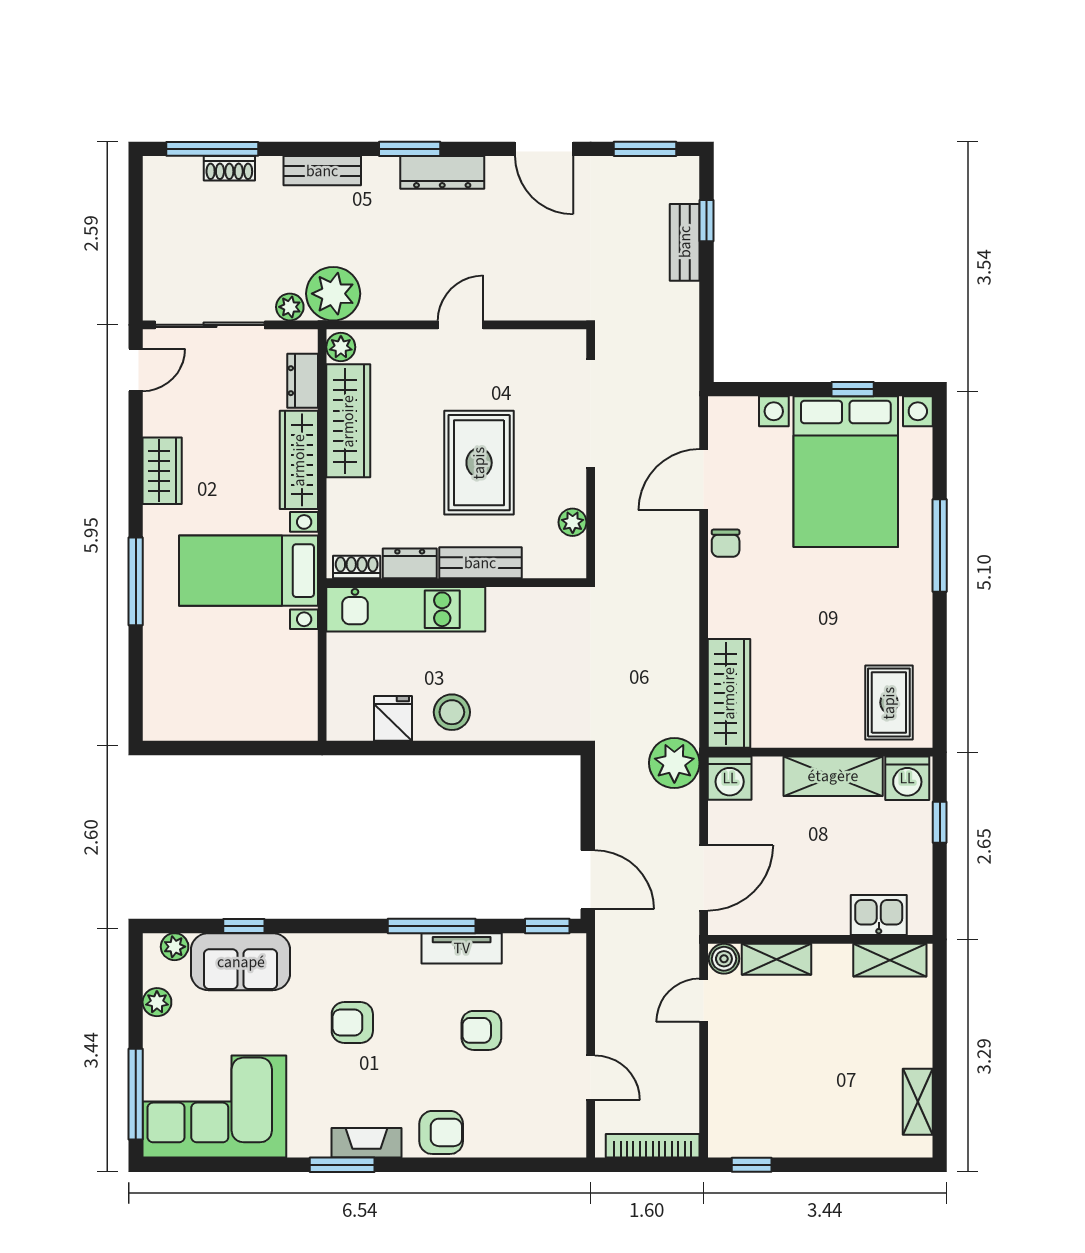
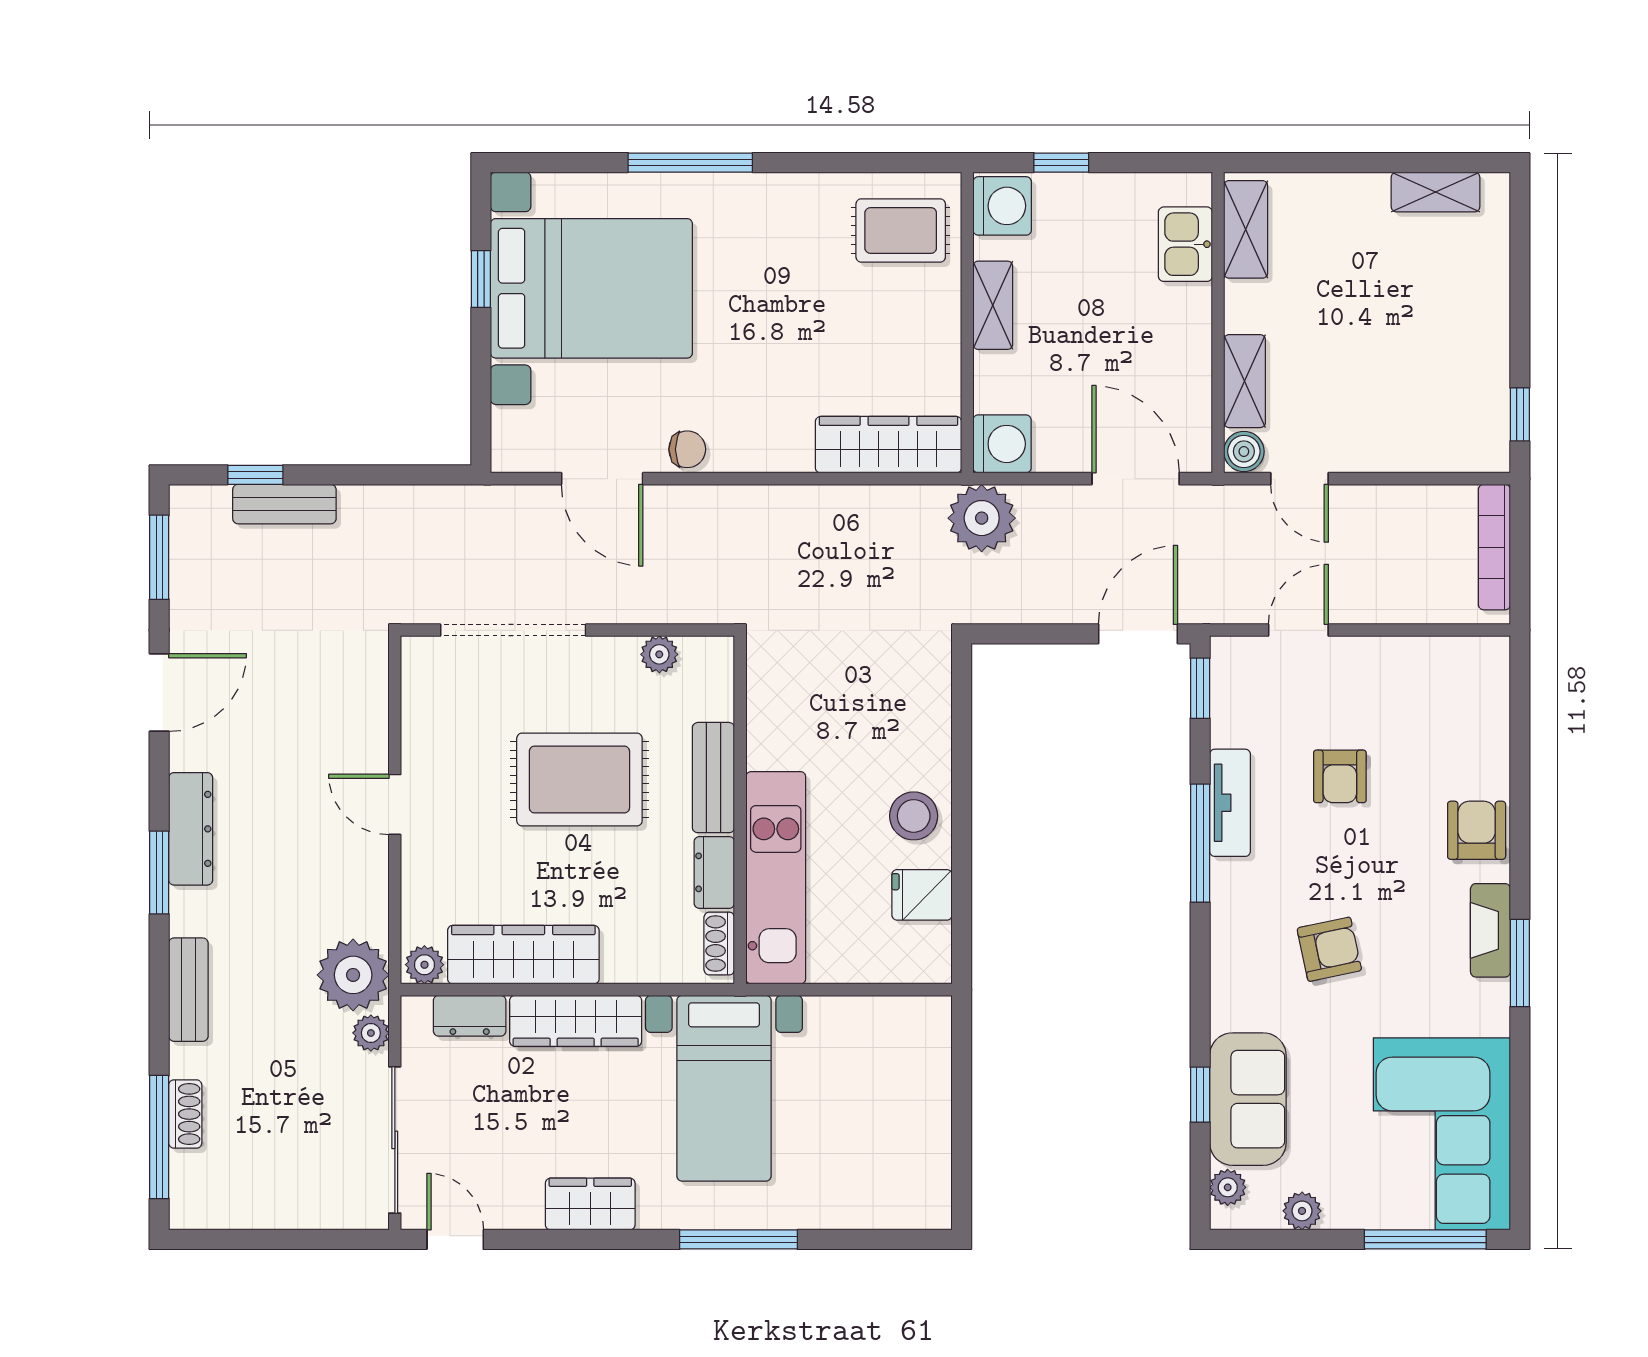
shelving: (833, 776) -> (993, 305), width x0.67, depth x0.75
armchair: (352, 1023) -> (1329, 949), turned -102
door: (591, 1078) -> (1298, 630), moved

